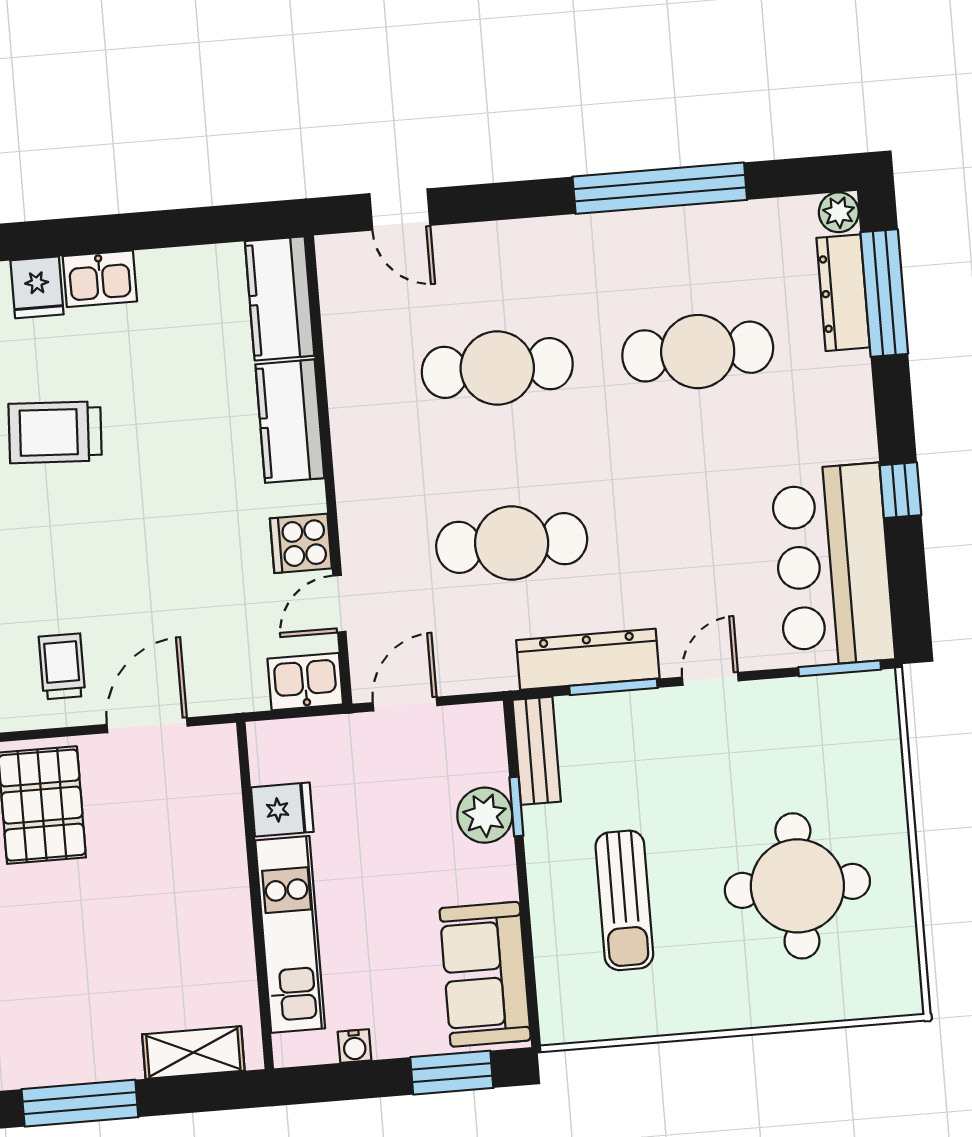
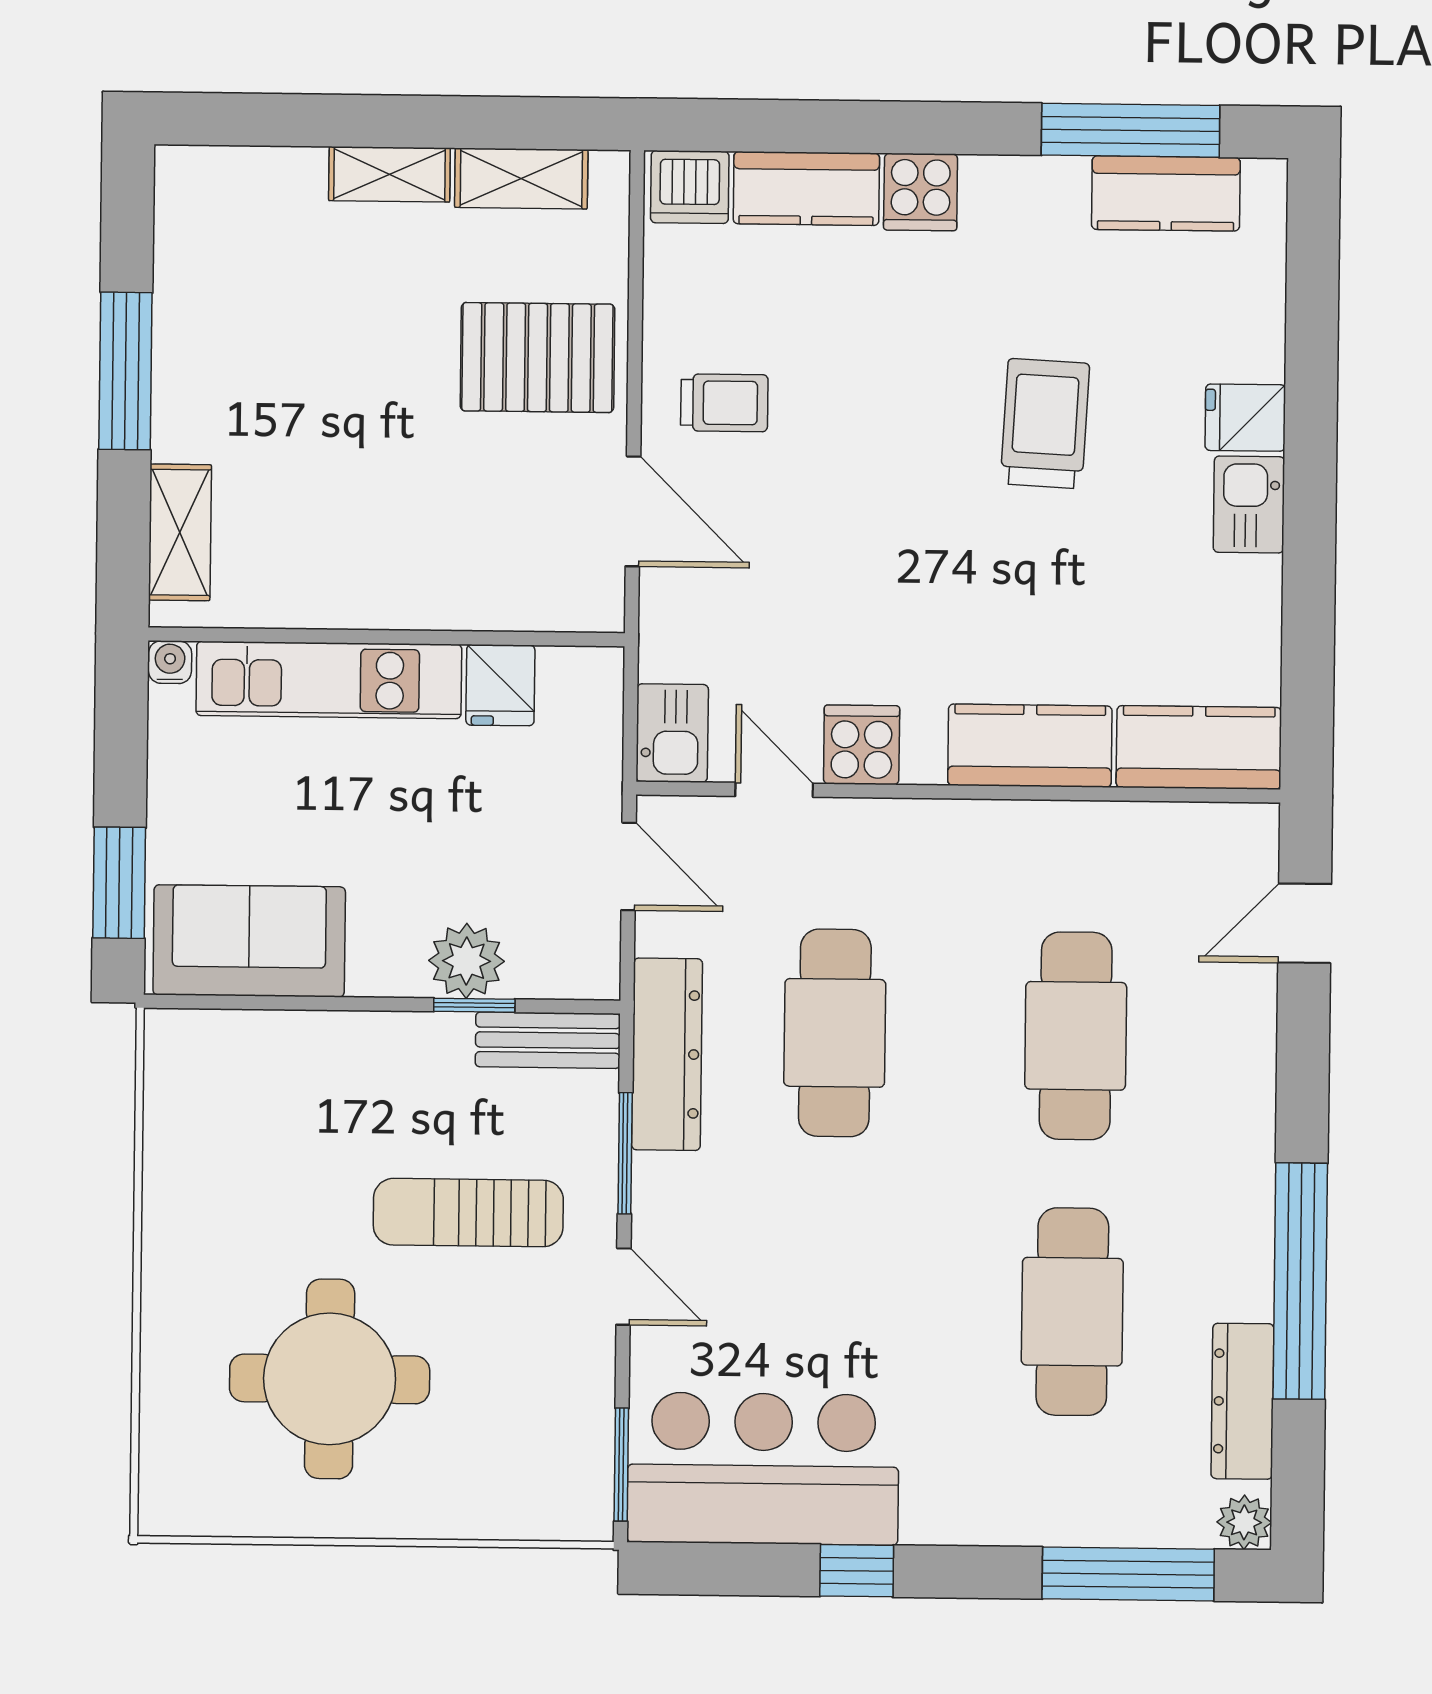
dresser: (843, 293) -> (1243, 1401), moved, turned -90
dresser: (588, 659) -> (667, 1054), moved
sun lounger: (624, 900) -> (468, 1213), moved
water cooler: (355, 1046) -> (170, 662), moved, turned 90

